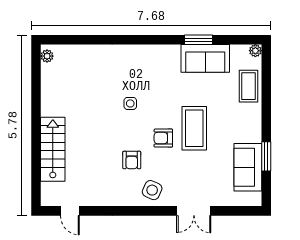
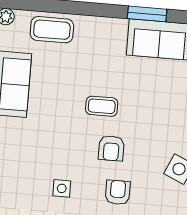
coffee table: (194, 128) -> (102, 106), width x0.54, depth x0.58
armchair: (132, 160) -> (118, 192), moved, turned -90

